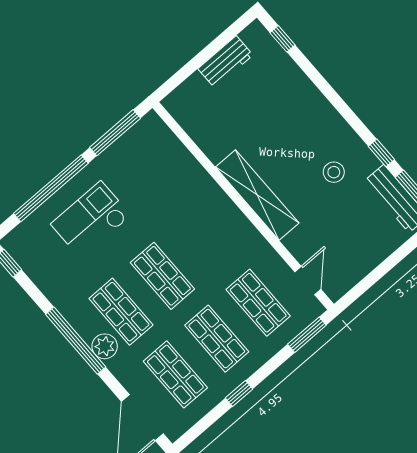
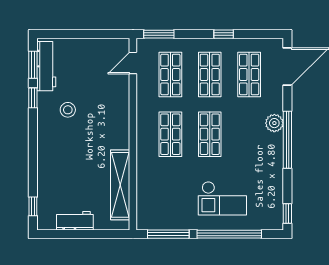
shelving: (257, 195) -> (120, 185), moved
shop shelf: (121, 312) -> (170, 134), moved

